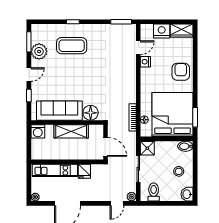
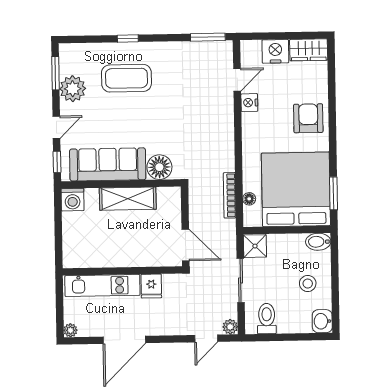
sofa: (59, 111) -> (108, 164), moved
floor lamp: (91, 113) -> (159, 167), moved
wall: (67, 122) -> (121, 184), moved
washing machine: (38, 131) -> (73, 200), moved
shelving: (71, 131) -> (128, 199), moved

